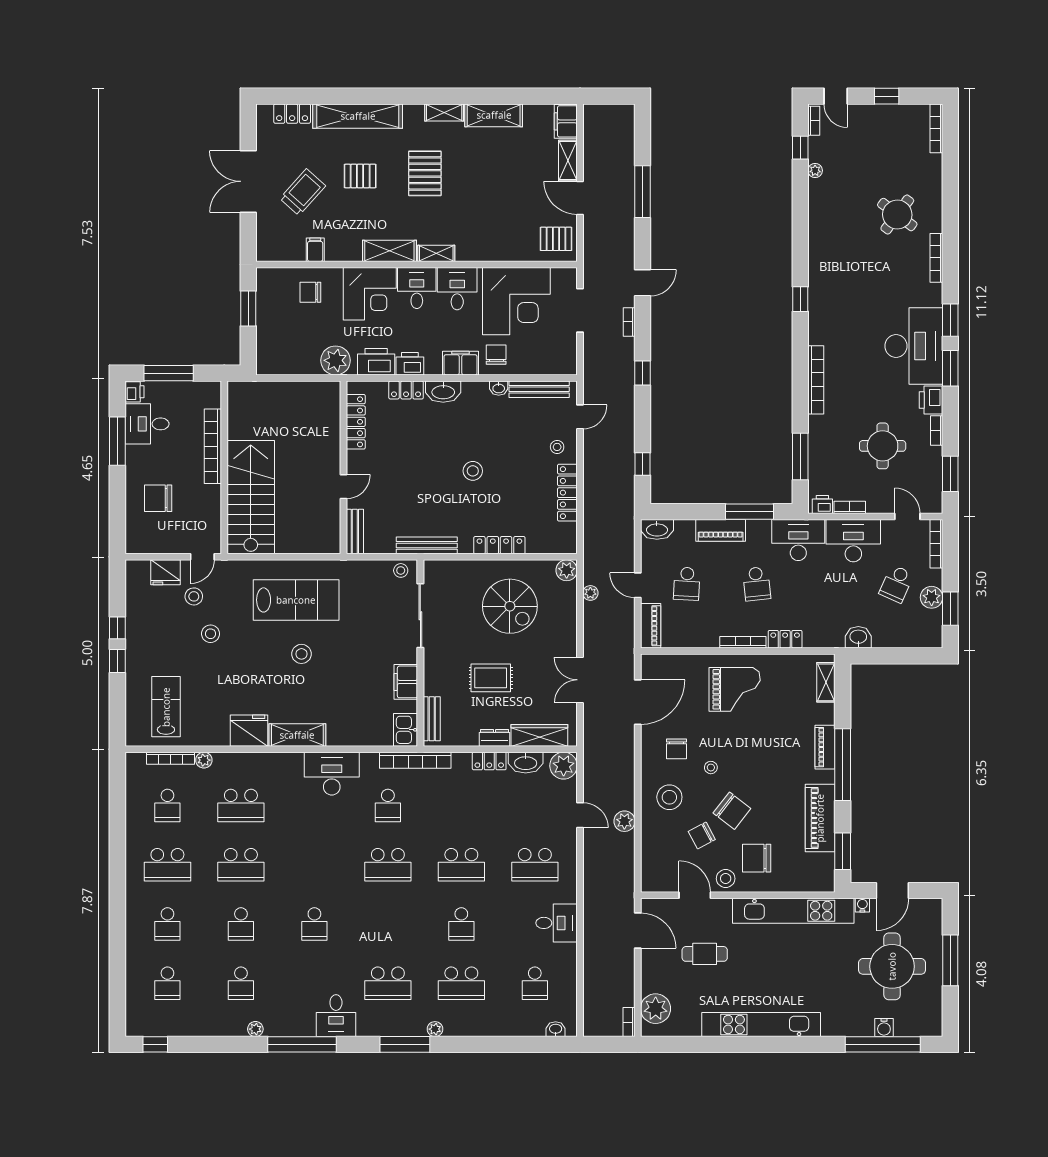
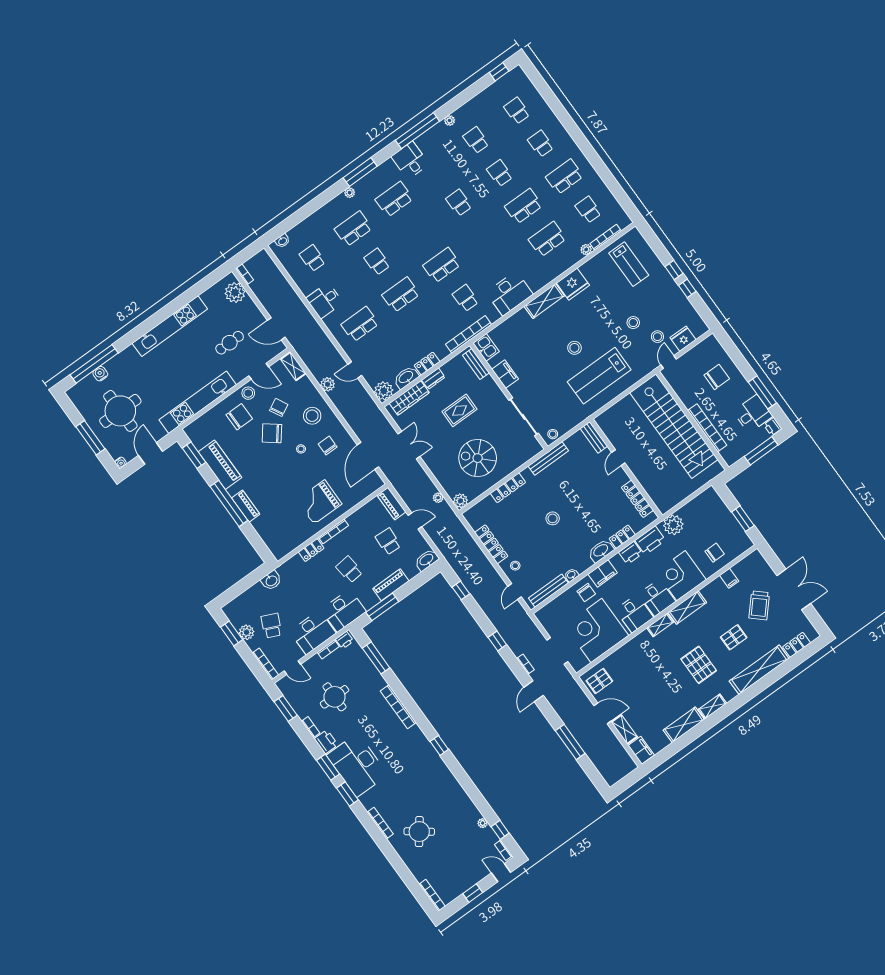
stairs: (251, 497) -> (674, 426), width x1.36
shelving: (826, 682) -> (293, 366), moved
water cooler: (862, 905) -> (121, 463), moved

